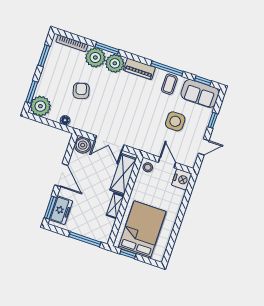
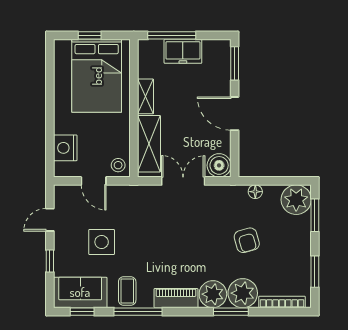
nightstand: (182, 179) -> (65, 148), moved
freezer: (61, 210) -> (183, 51), moved, turned -90
window: (128, 254) -> (90, 35), moved

